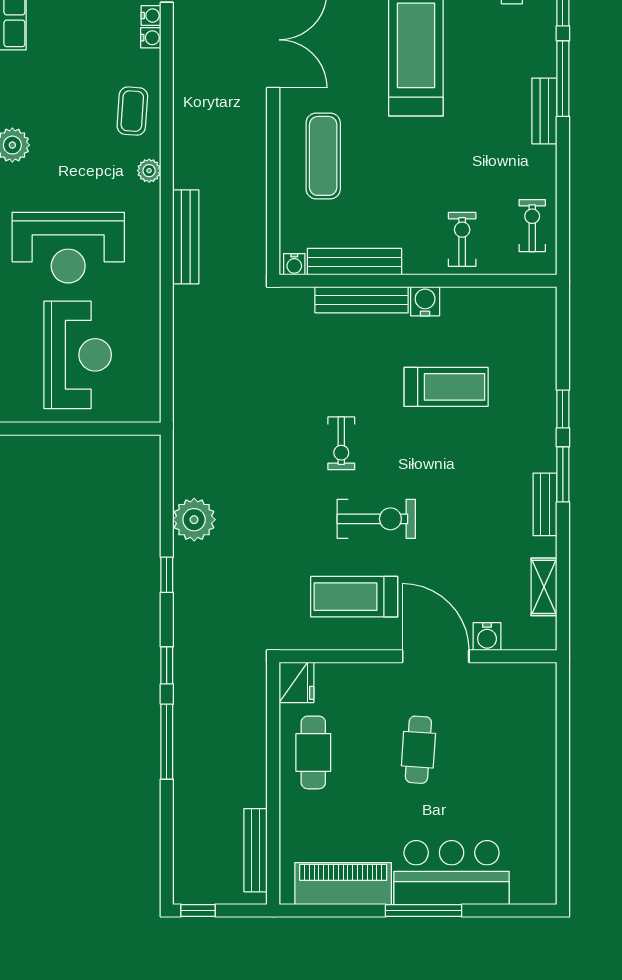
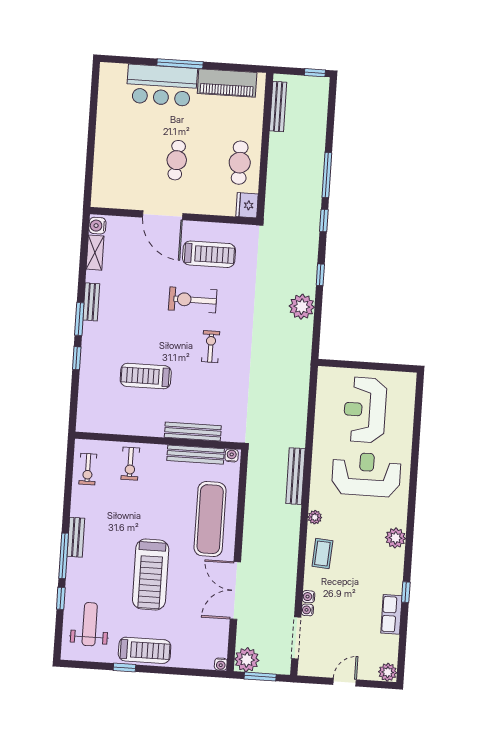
exercise mat: (323, 156) -> (210, 519), width x1.36, depth x1.45
water cooler: (425, 301) -> (155, 428), removed
water cooler: (487, 637) -> (97, 226), moved, turned -90

